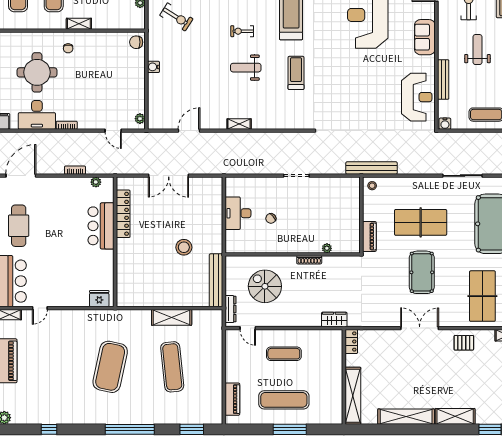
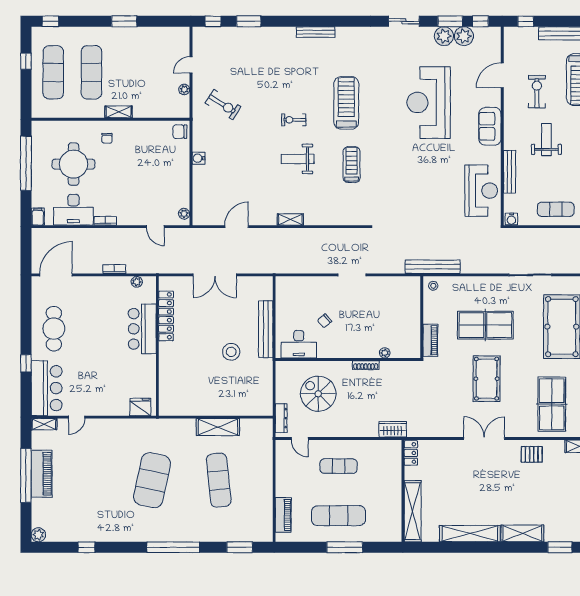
desk: (238, 213) -> (299, 344), moved, turned -90
bench: (216, 280) -> (266, 329), moved

